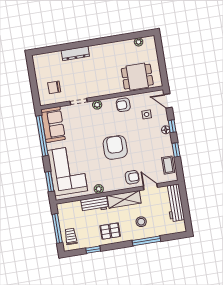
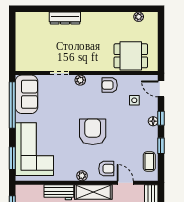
chair: (54, 87) -> (35, 53), removed
plant: (99, 189) -> (82, 176), moved

